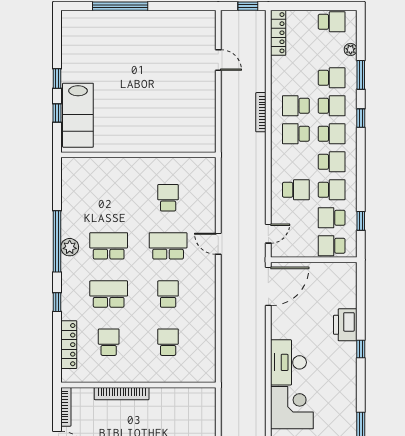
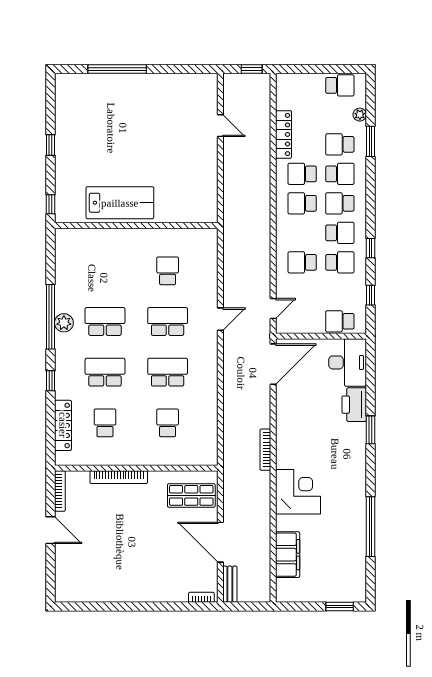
locker: (278, 33) -> (284, 134), moved
school desk: (332, 78) -> (340, 144), turned 180
bookcase: (261, 112) -> (265, 450), moved
window: (57, 113) -> (51, 204), moved
lab bench: (78, 115) -> (120, 203), moved, turned -90
window: (361, 118) -> (370, 248), moved
school desk: (332, 134) -> (340, 203), turned 180
school desk: (296, 190) -> (302, 262), turned 180
school desk: (332, 218) -> (340, 292), removed
door: (218, 244) -> (220, 319), swing flipped
school desk: (168, 294) -> (168, 372), width x1.85
window: (361, 349) -> (370, 430), width x1.50
desk: (288, 362) -> (348, 362), moved, turned 180
shop shelf: (191, 411) -> (191, 495), added

